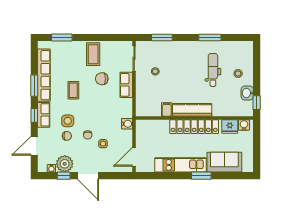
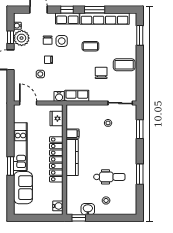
row of seats: (126, 85) -> (77, 96), moved
fridge: (230, 127) -> (56, 118), moved

